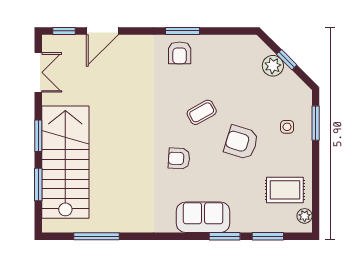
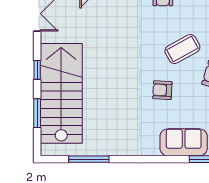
coffee table: (202, 112) -> (182, 49), width x1.36, depth x1.30
window: (38, 136) -> (37, 70), width x0.67

